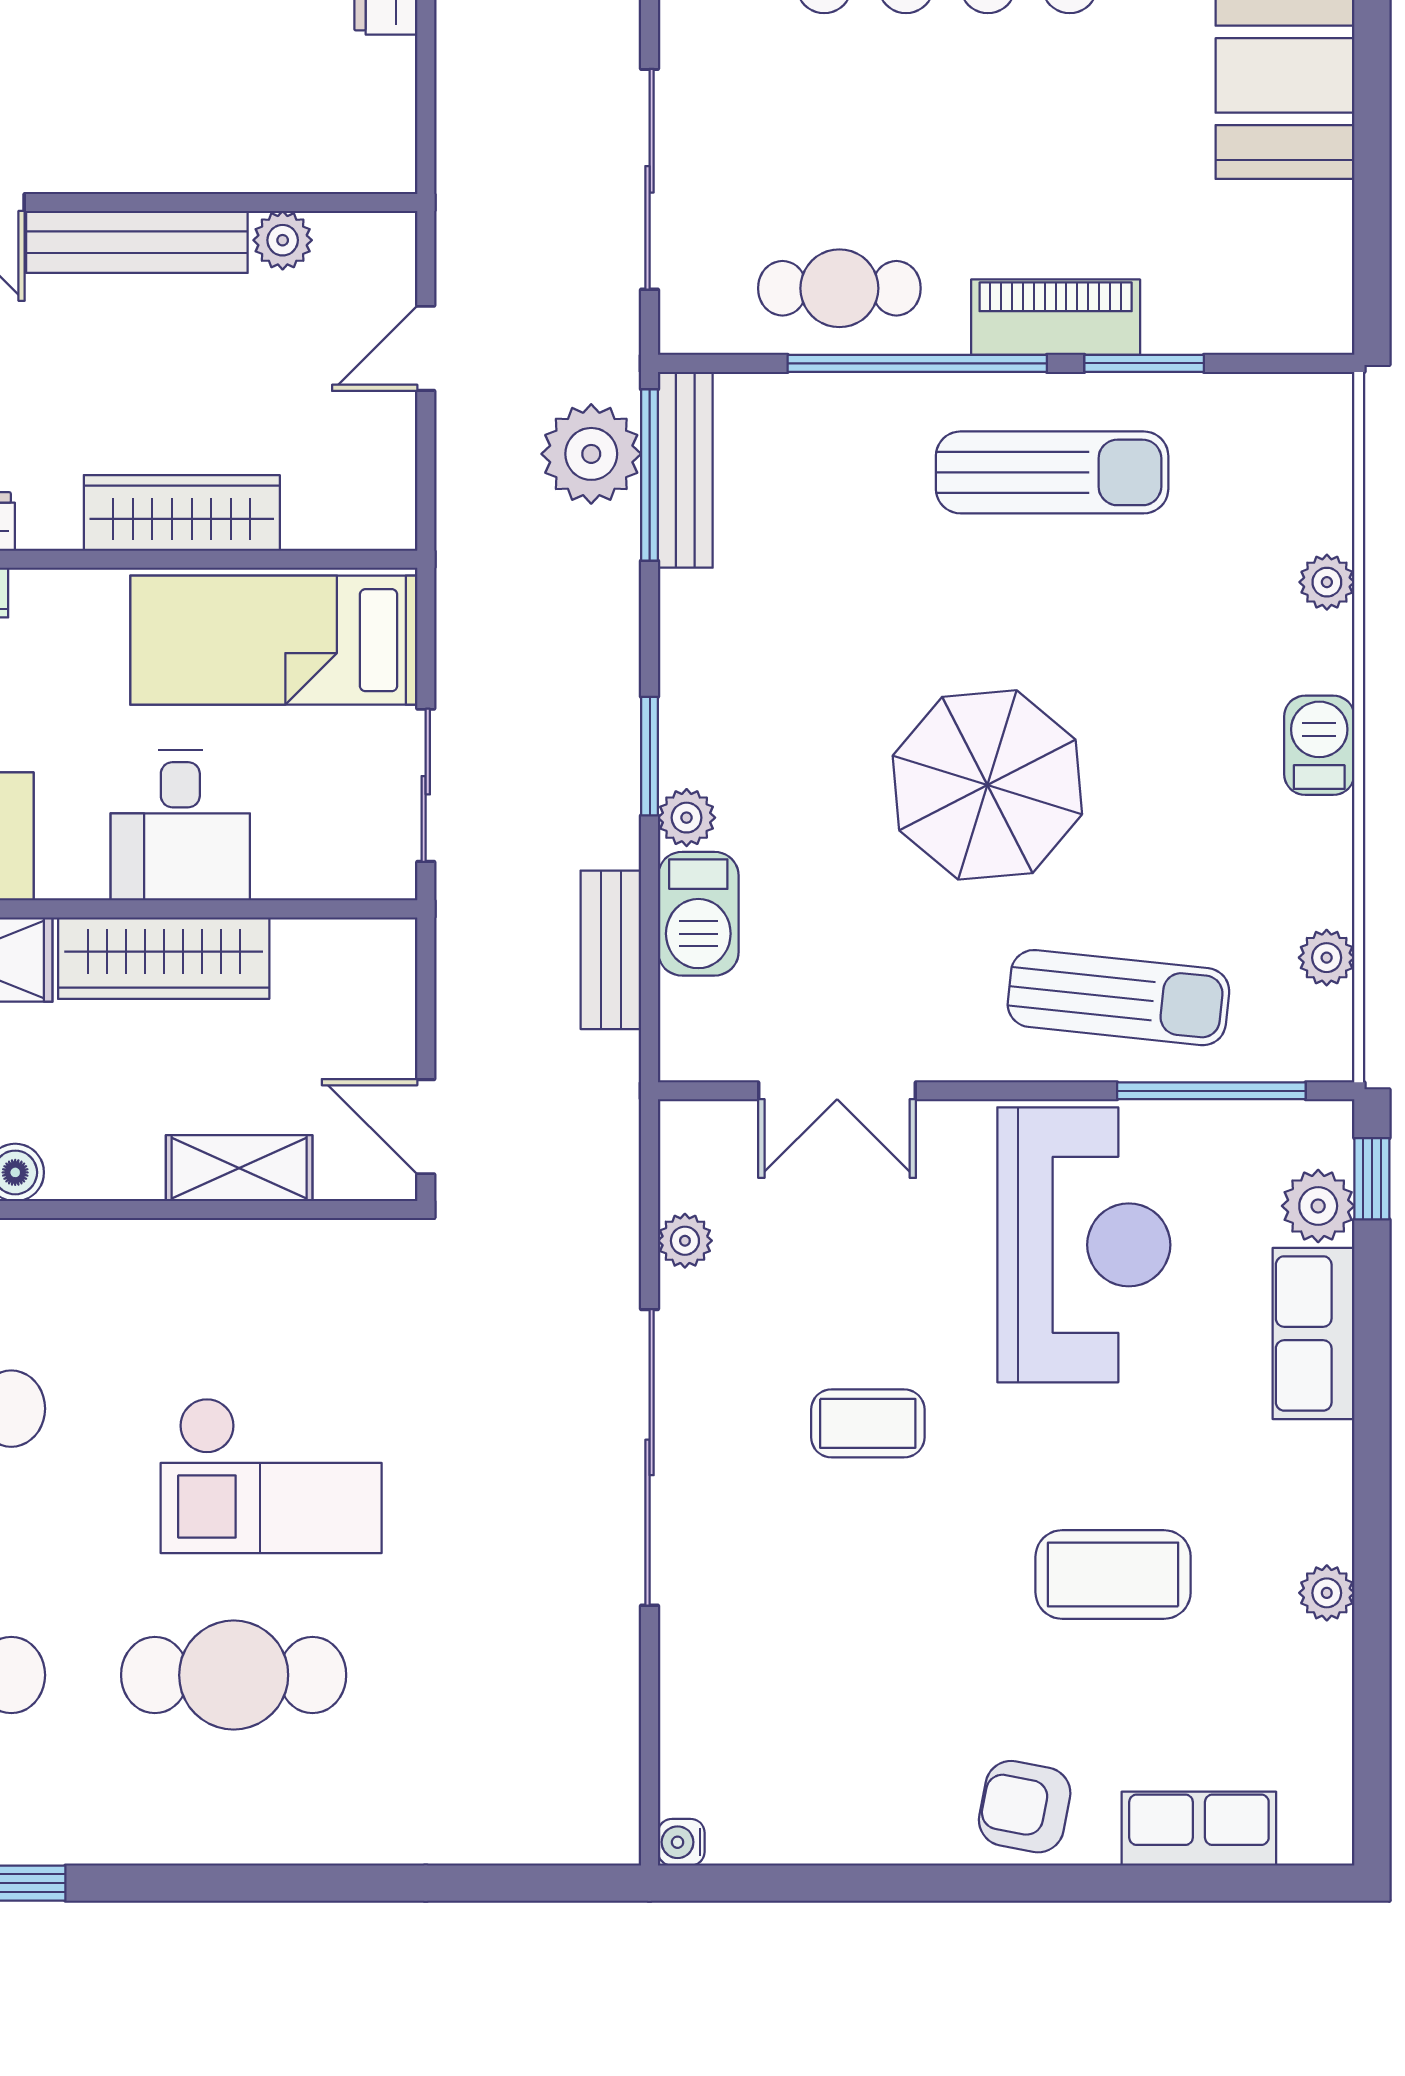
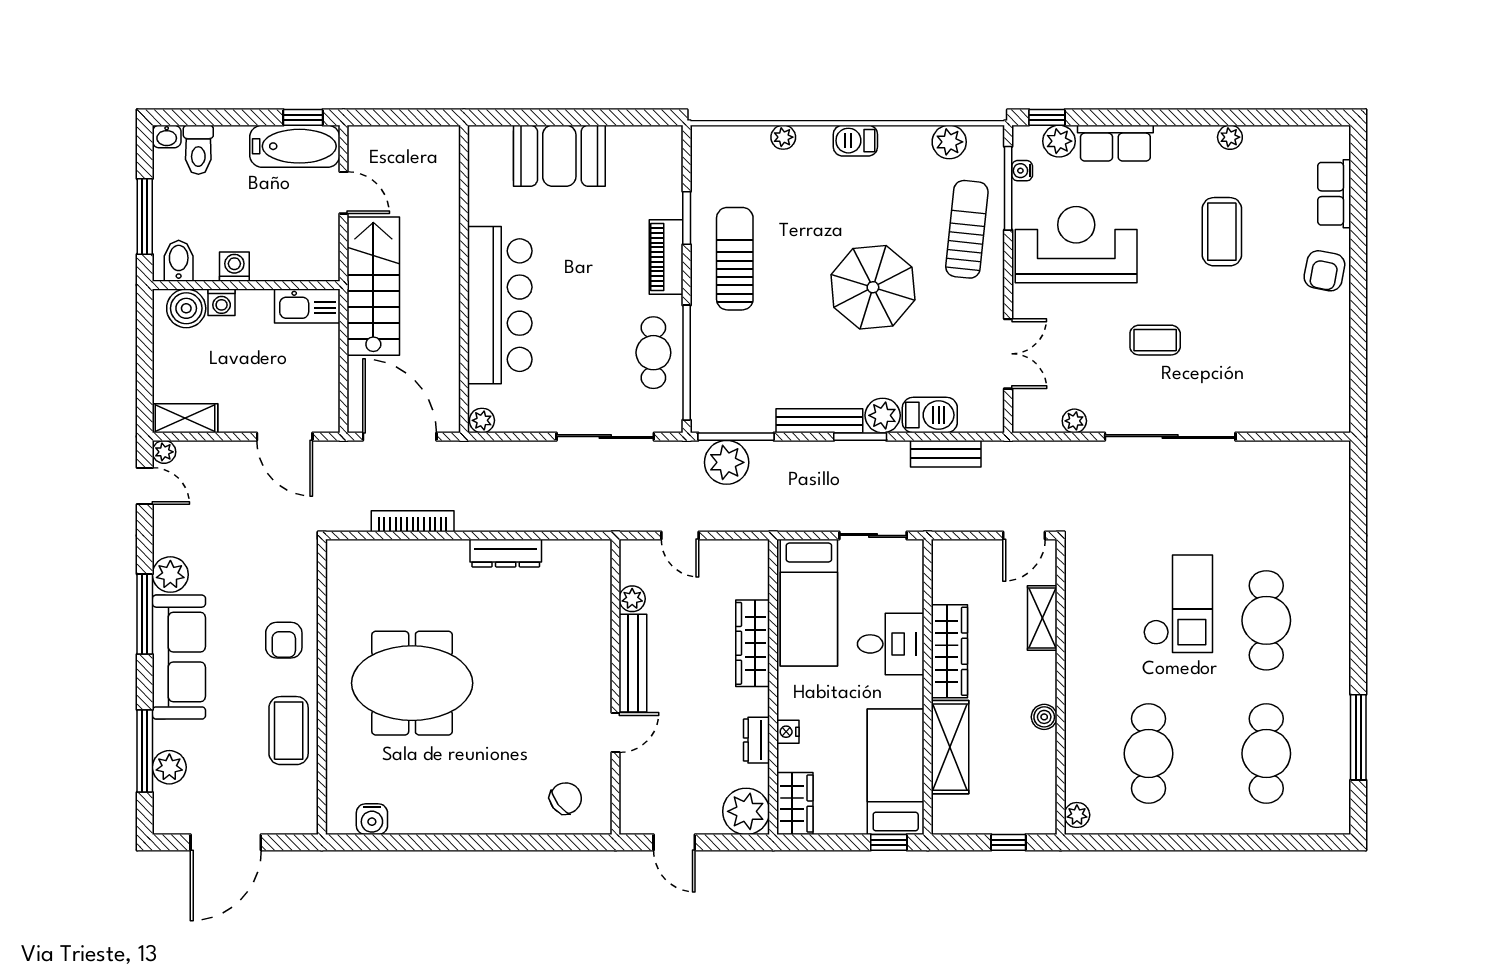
window: (917, 363) -> (687, 363), moved
bench: (685, 470) -> (819, 421), moved
plant: (687, 818) -> (883, 415), width x1.38, depth x1.38
plant: (1327, 958) -> (949, 142), width x1.38, depth x1.38
coffee table: (868, 1423) -> (1155, 340), turned 90
water cooler: (681, 1842) -> (1022, 171), moved, turned 90

